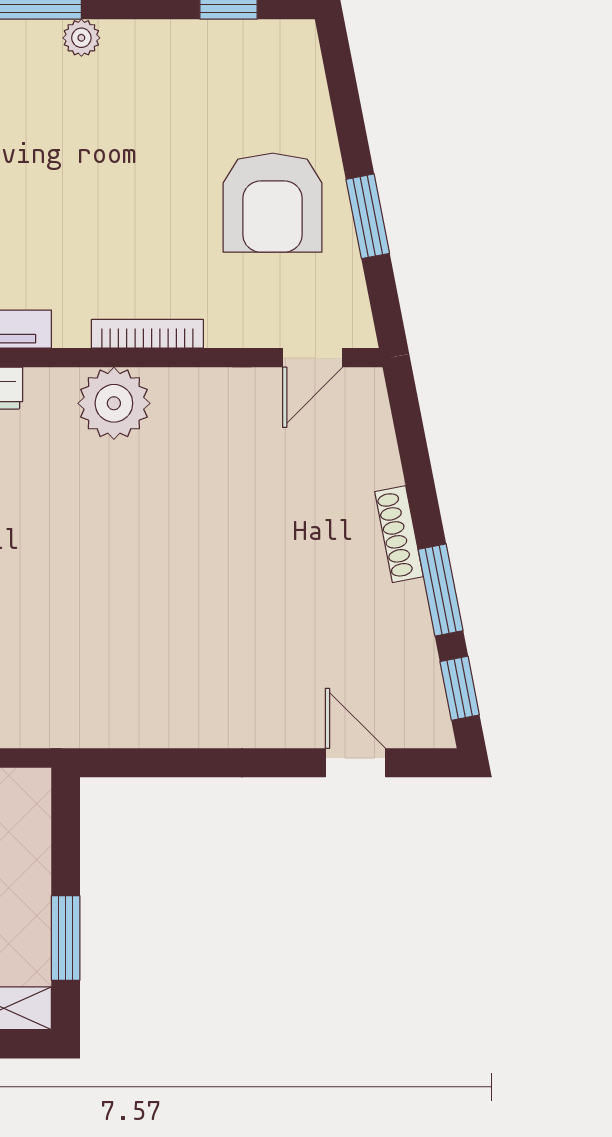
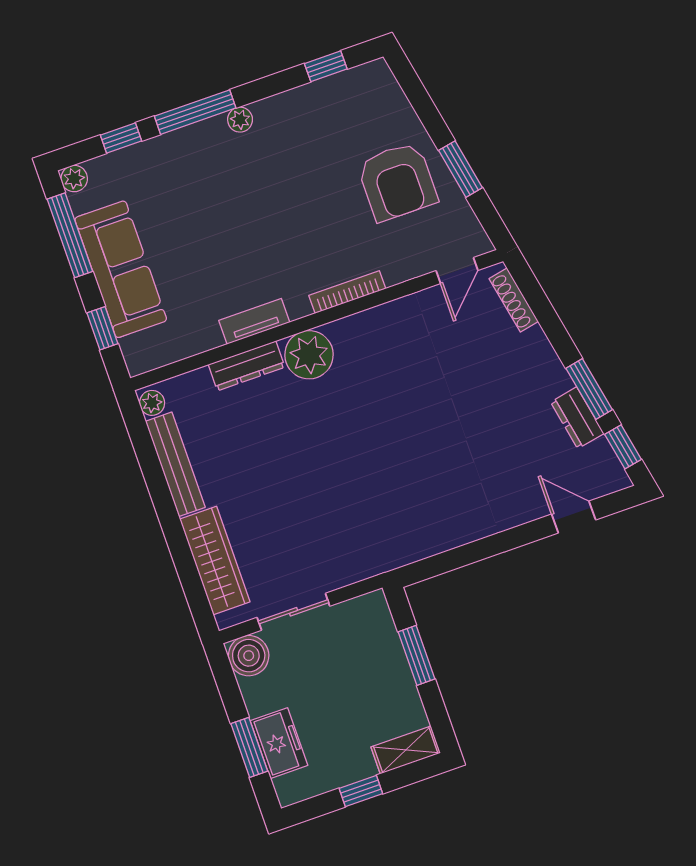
plant: (114, 403) -> (309, 355), moved
shoe rack: (399, 534) -> (514, 300), moved
dresser: (409, 625) -> (577, 418), added
window: (66, 938) -> (417, 655), moved

